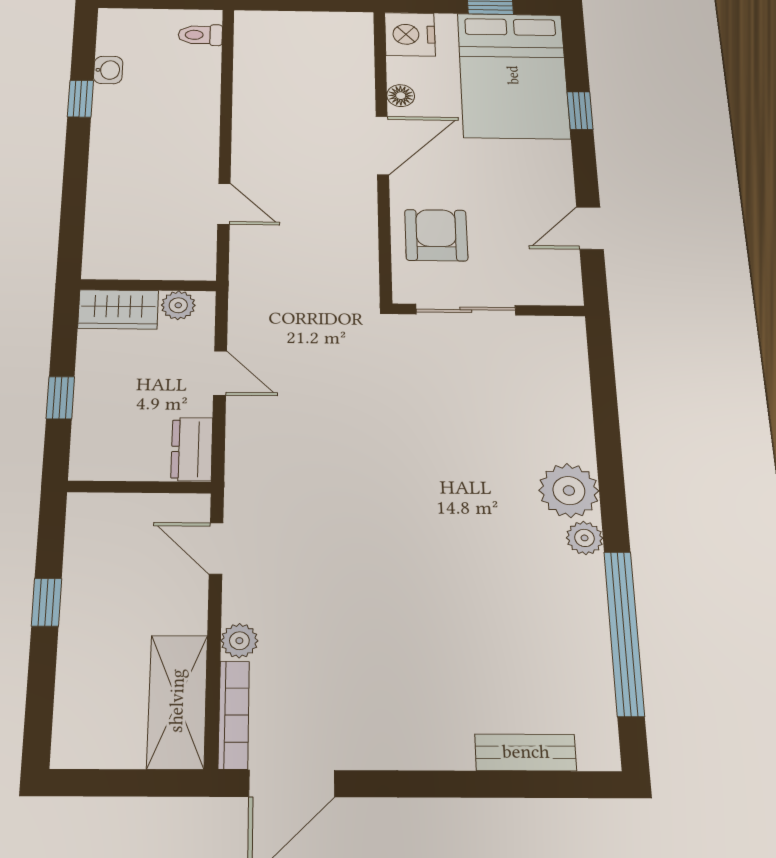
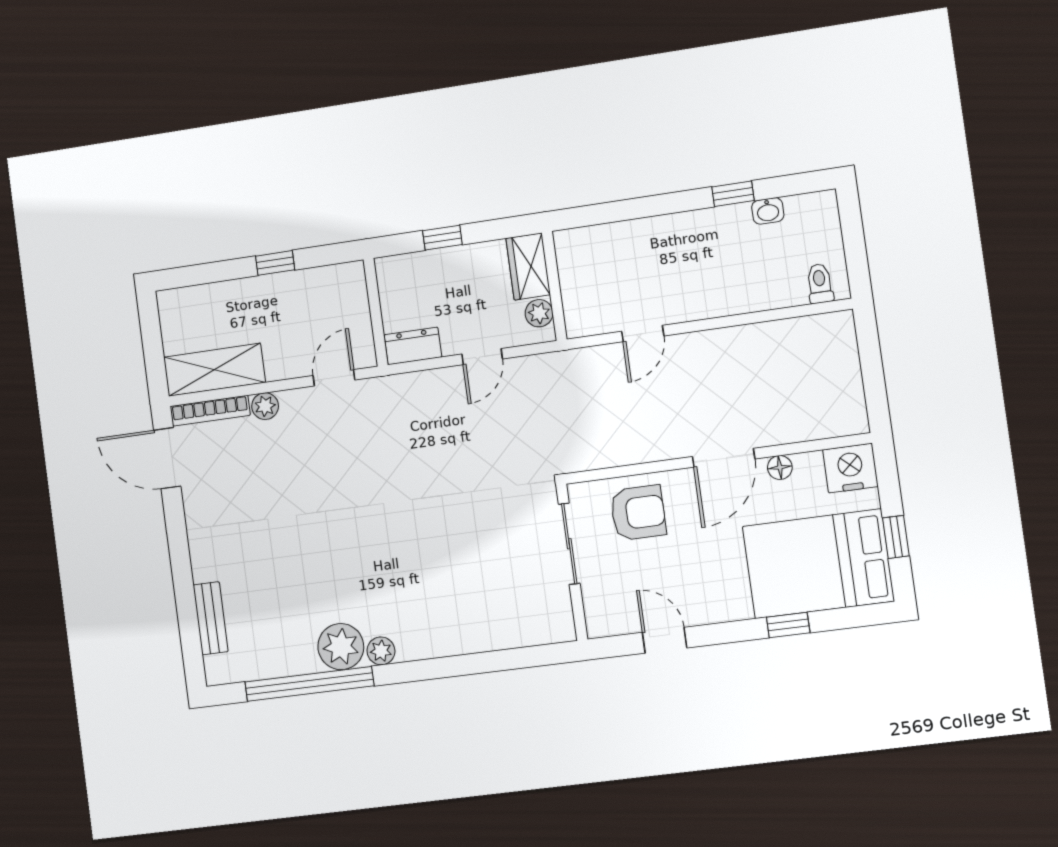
door: (382, 145) -> (724, 458), hinge flipped
plant: (569, 491) -> (341, 647), moved

